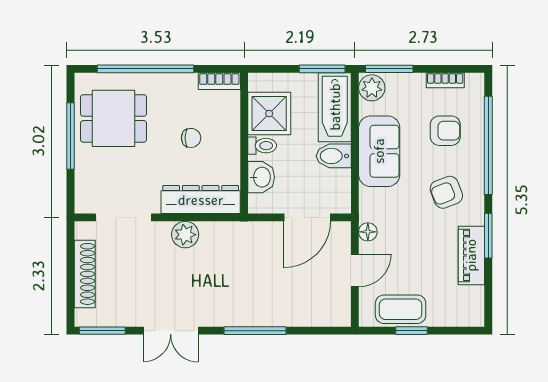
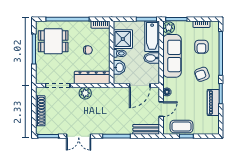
armchair: (445, 131) -> (201, 47), turned 90
sofa: (379, 151) -> (172, 56), width x1.36
bench: (322, 316) -> (146, 129), added

